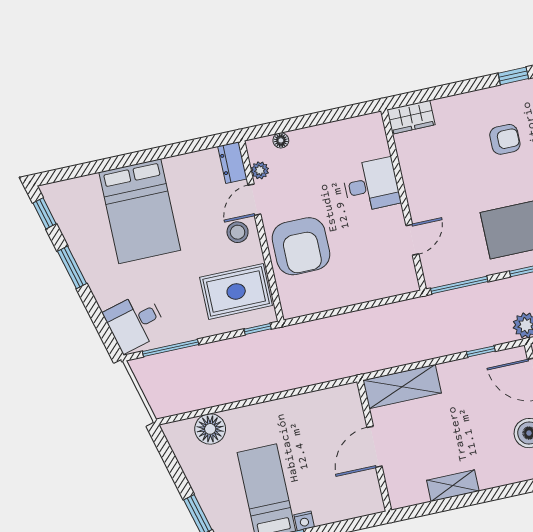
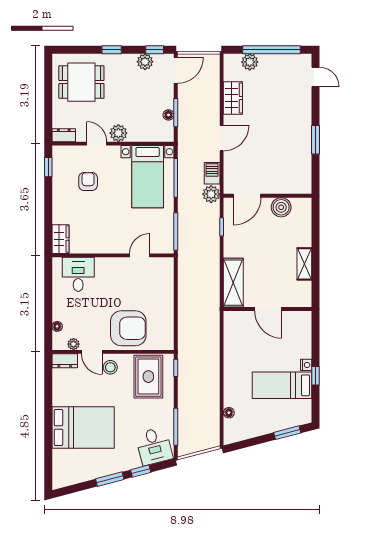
desk: (371, 185) -> (78, 274), moved
window: (44, 213) -> (141, 471), moved
door: (412, 240) -> (140, 255), hinge flipped
floor lamp: (210, 429) -> (229, 413), width x0.53, depth x0.53

